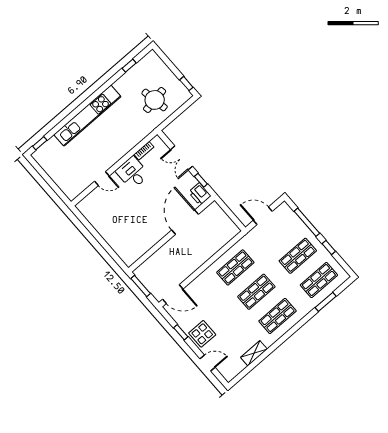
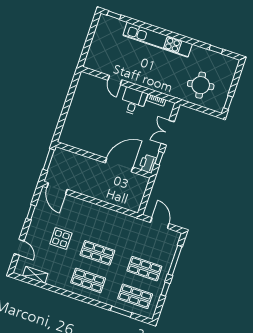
shop shelf: (235, 267) -> (107, 225), removed
display table: (202, 334) -> (61, 238), moved
shelving: (254, 353) -> (35, 275), moved

